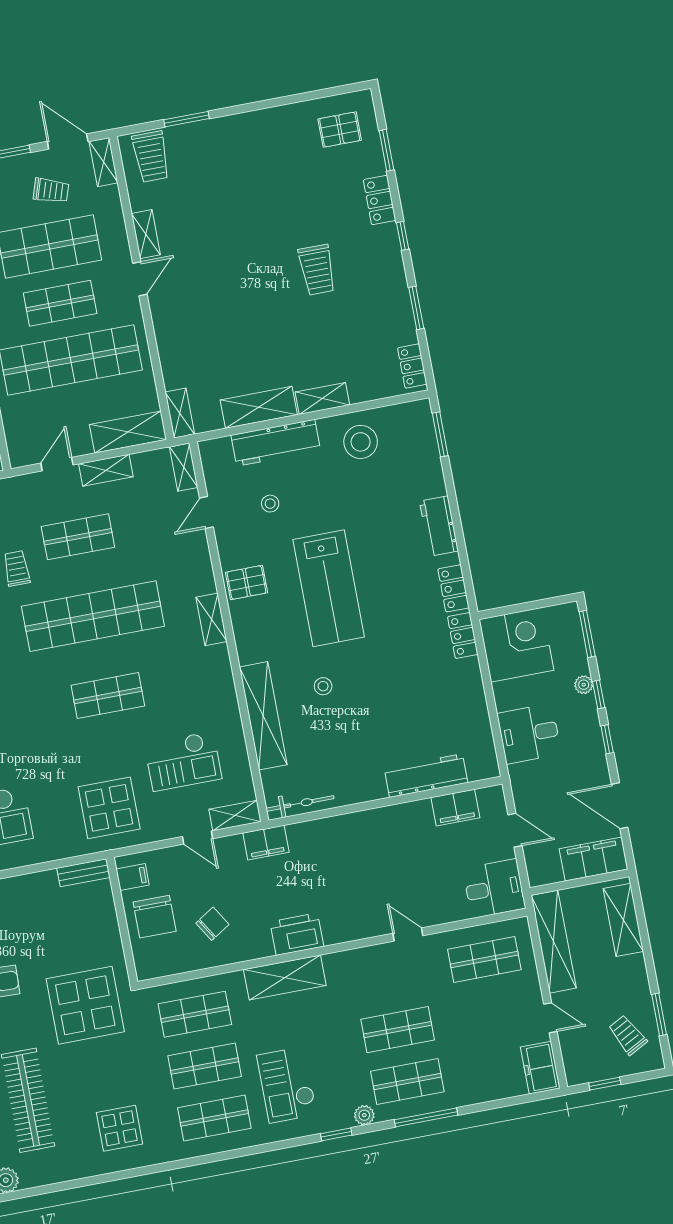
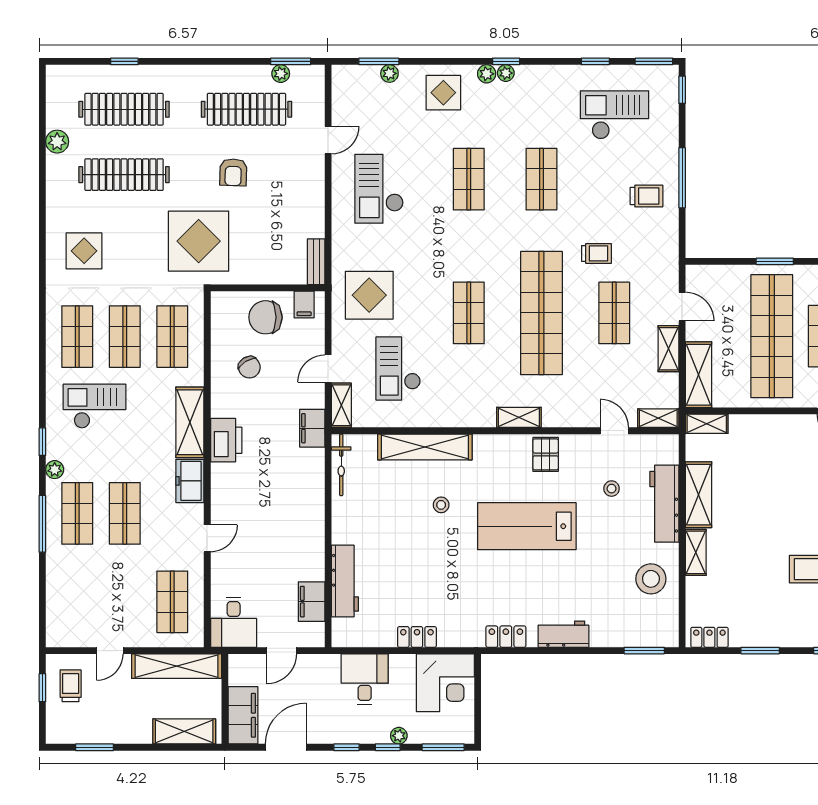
locker: (463, 635) -> (417, 637), moved
trolley: (628, 1035) -> (71, 686), moved, turned -62
freezer: (540, 1068) -> (190, 481), moved, turned -90

